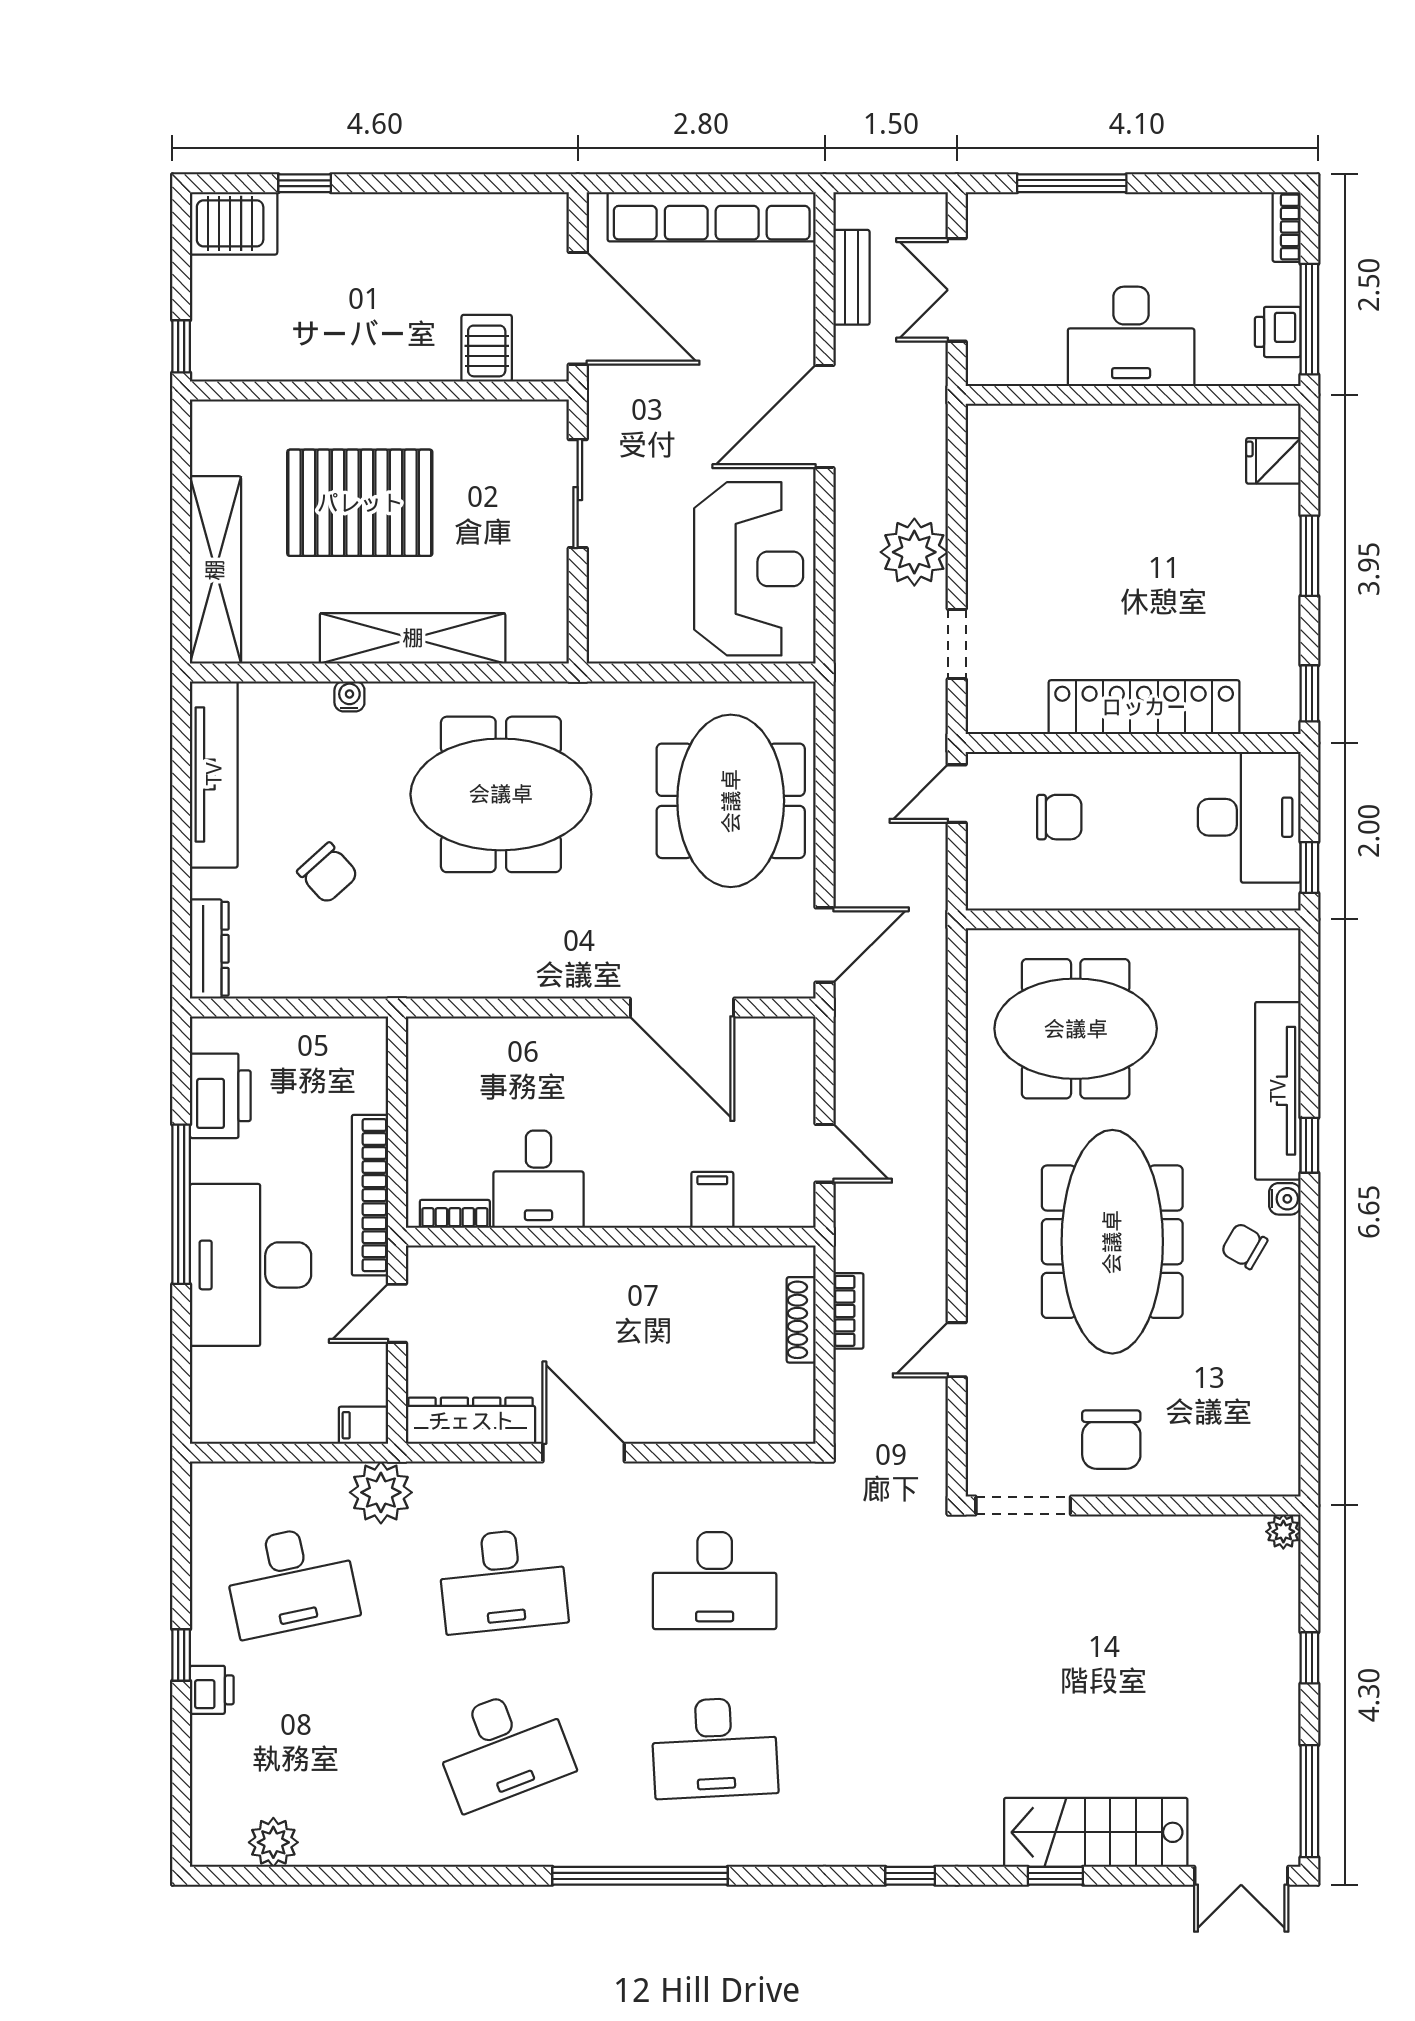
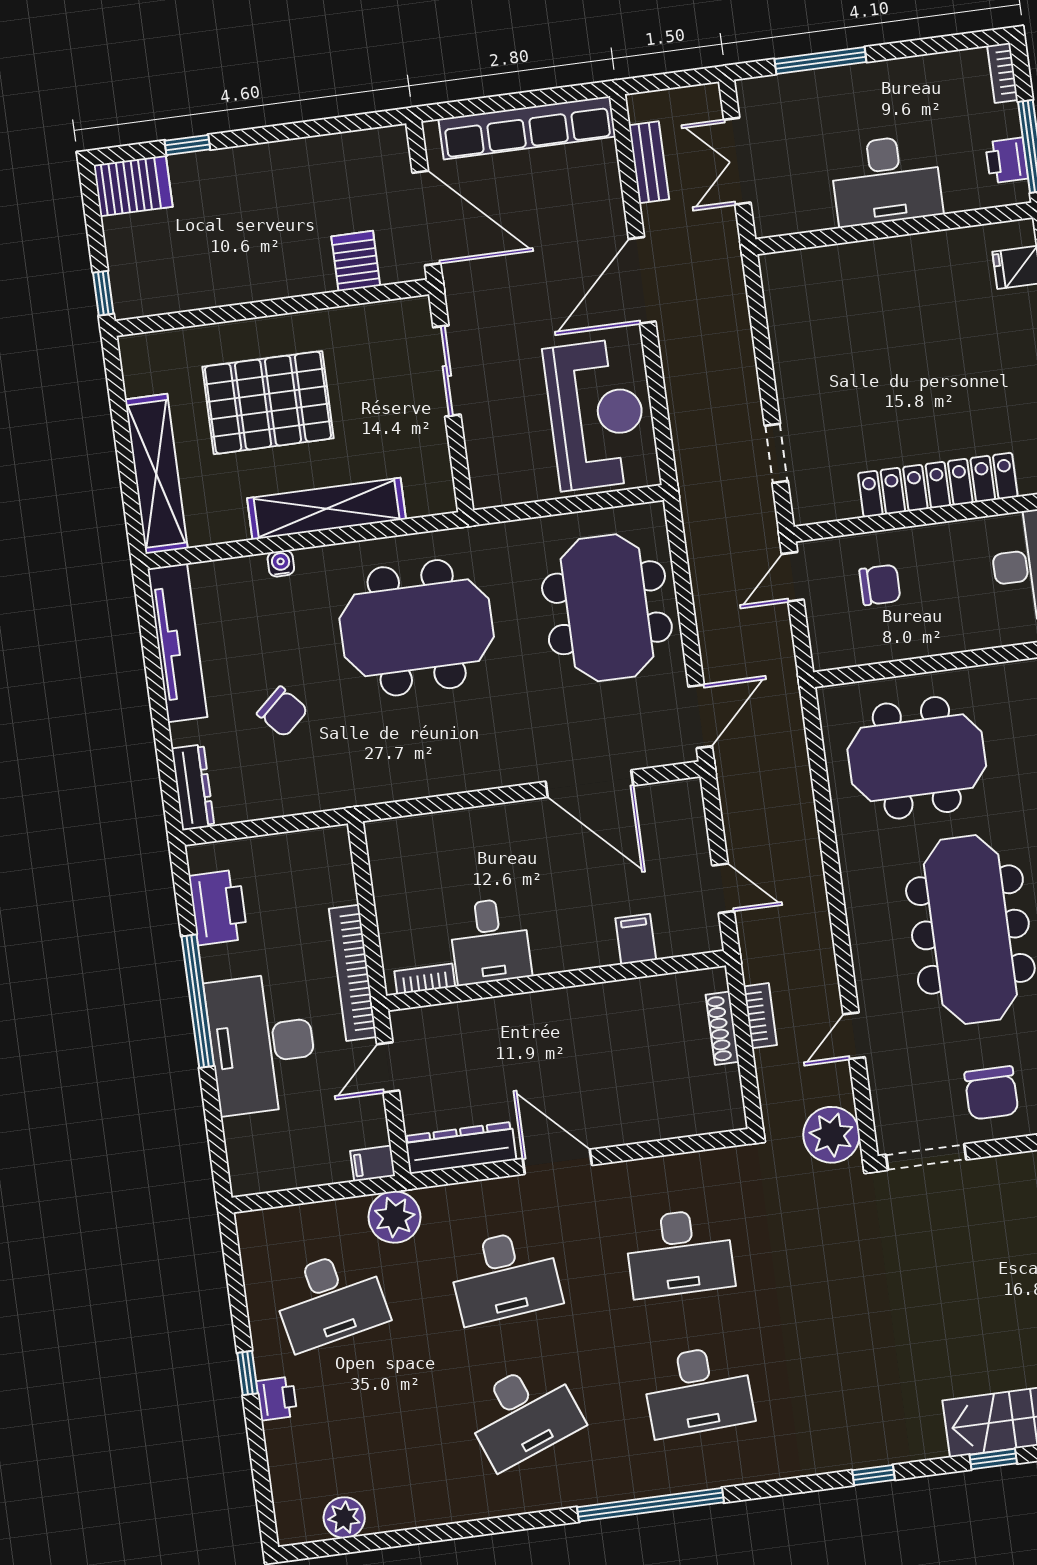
plant: (914, 552) -> (831, 1135), moved

